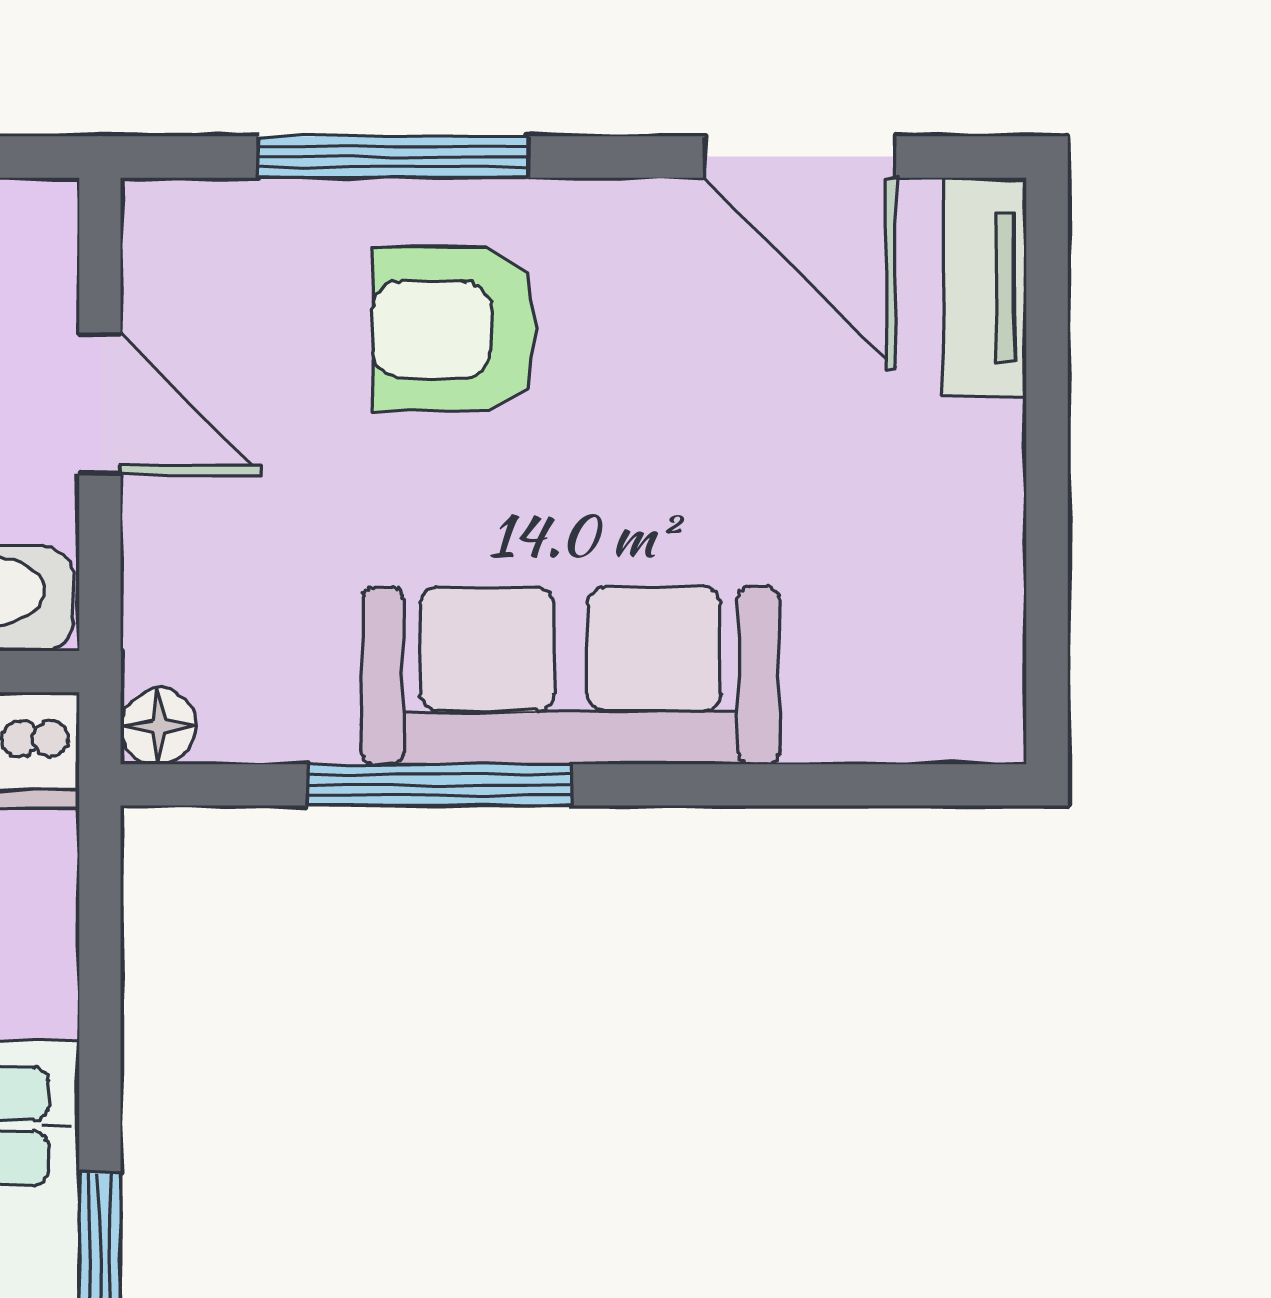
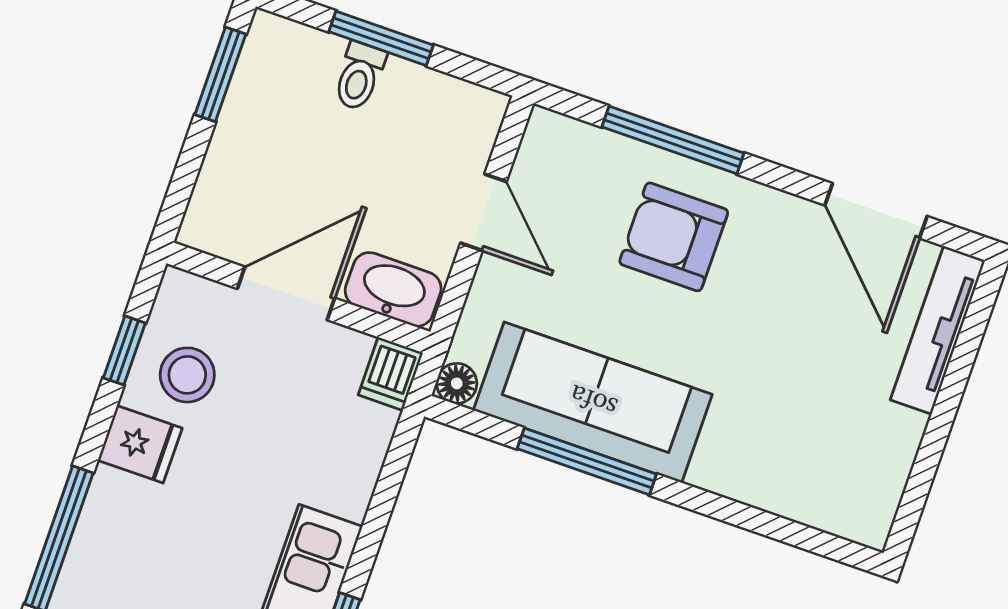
tv unit: (985, 287) -> (938, 330), width x1.41
sofa: (571, 676) -> (593, 402), moved

